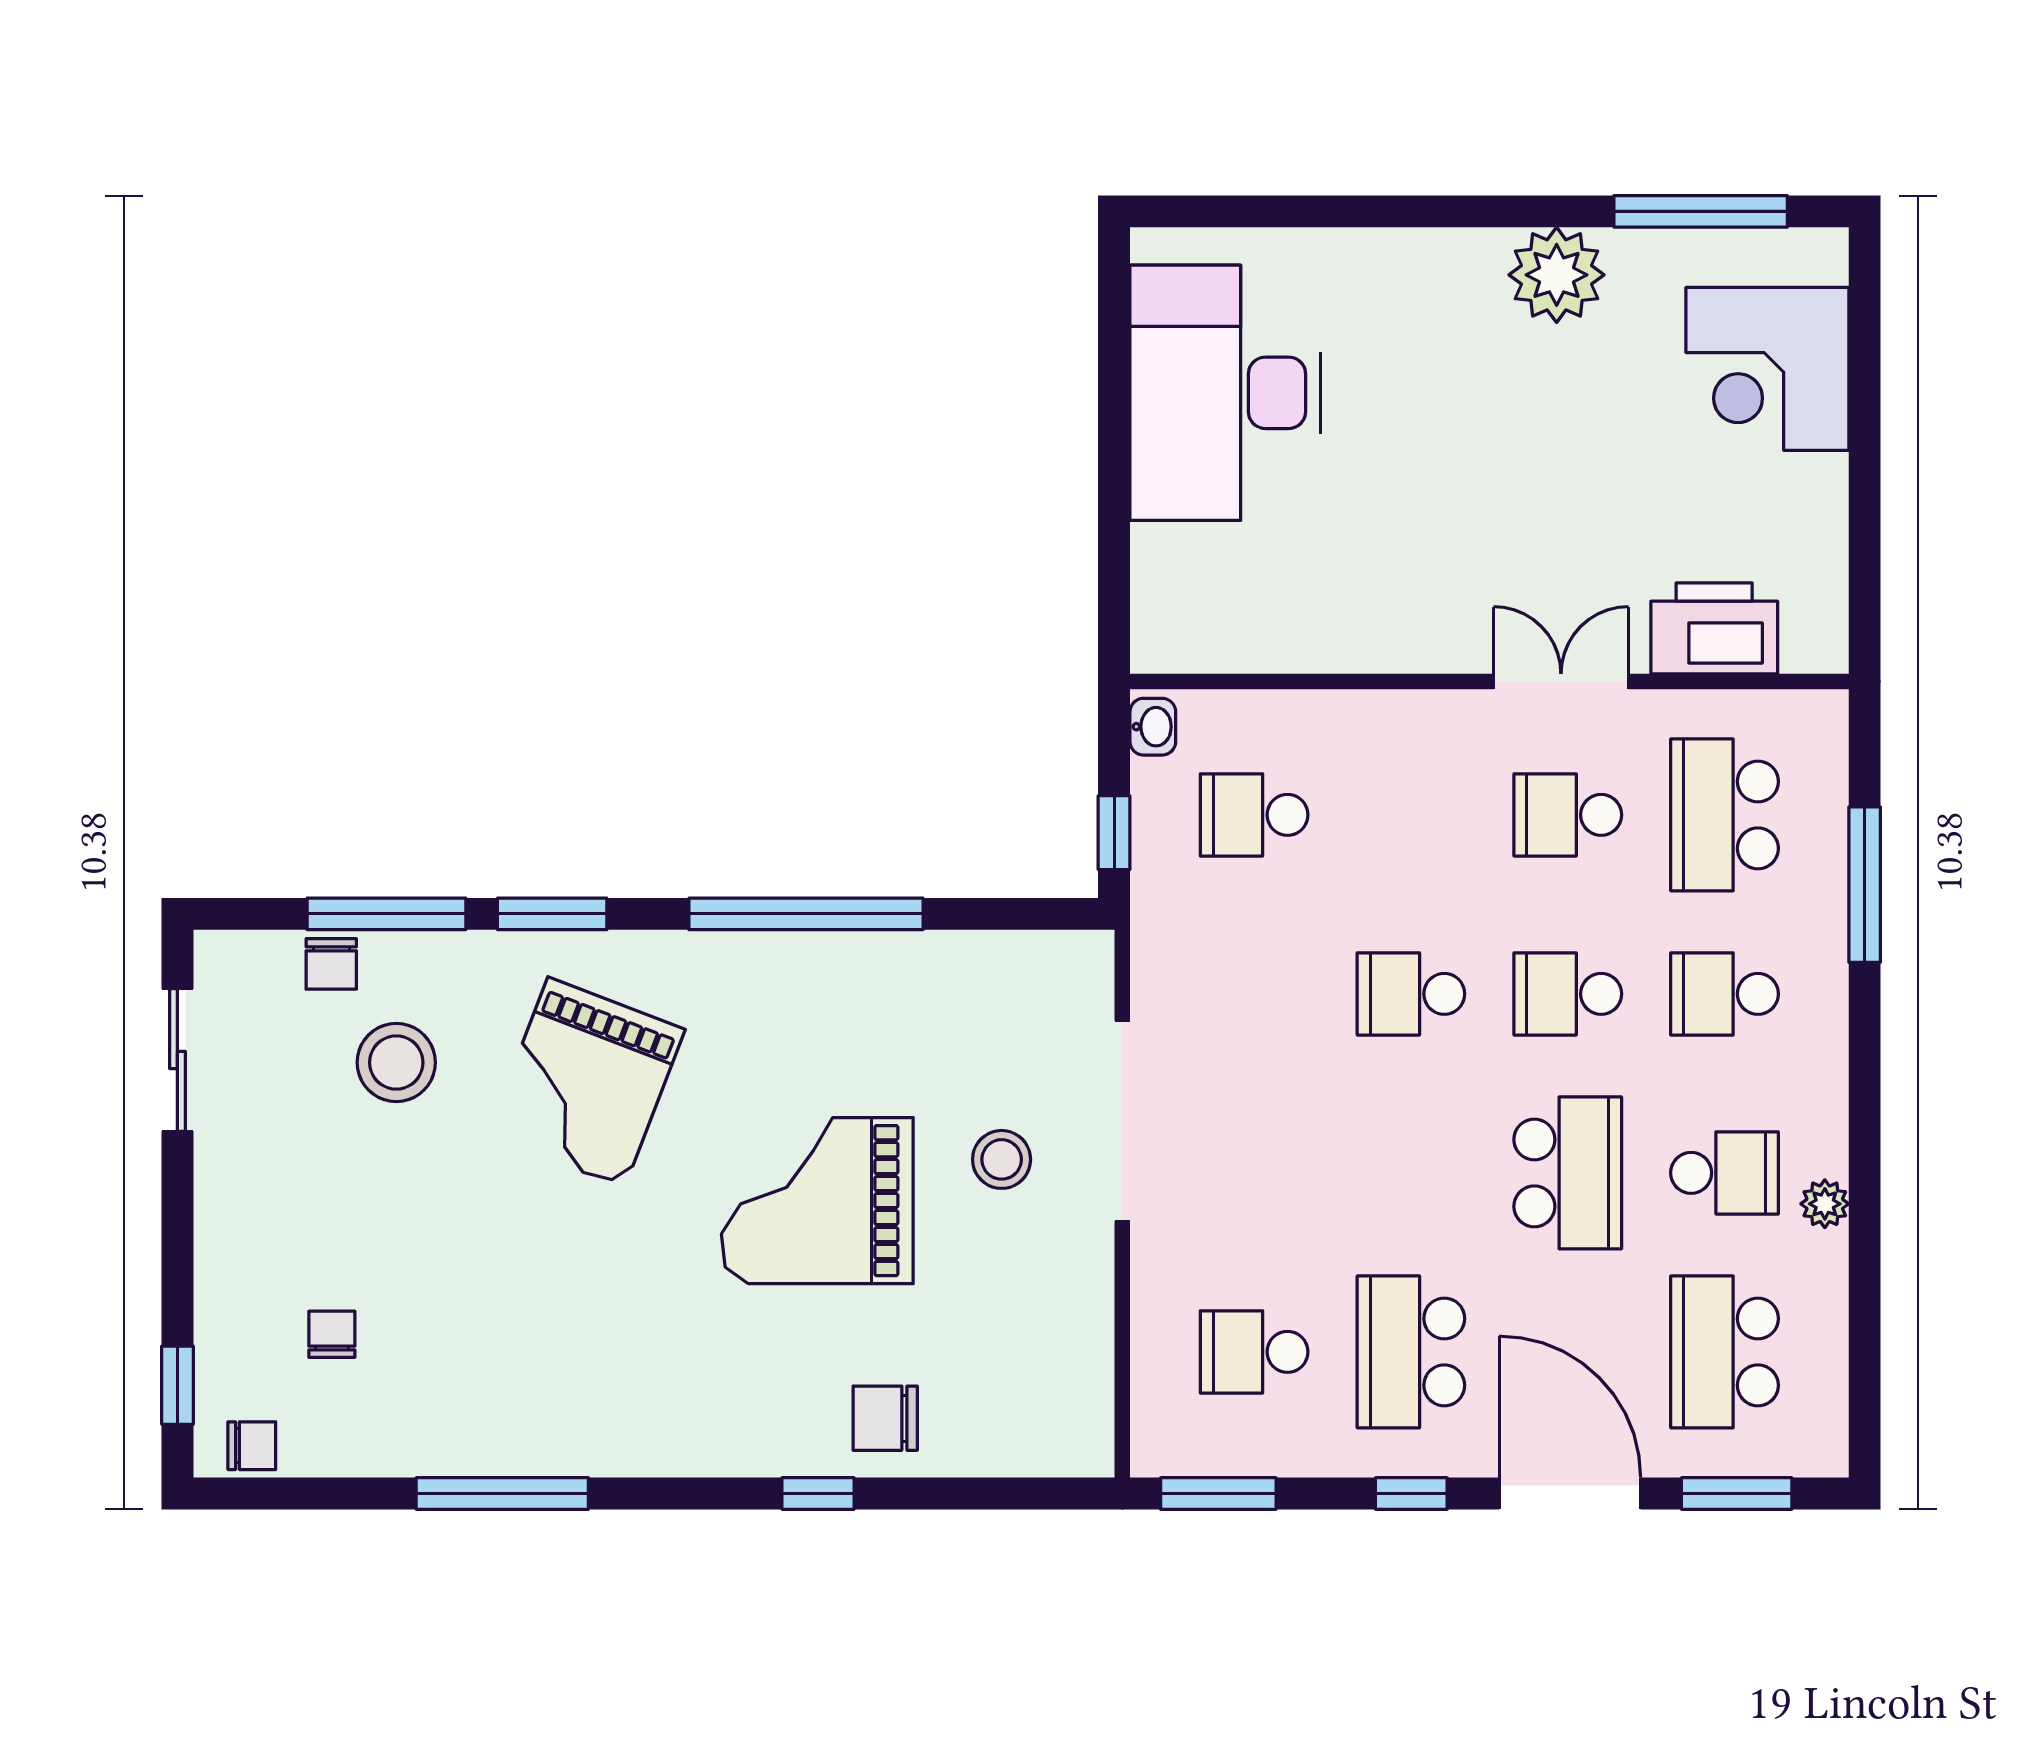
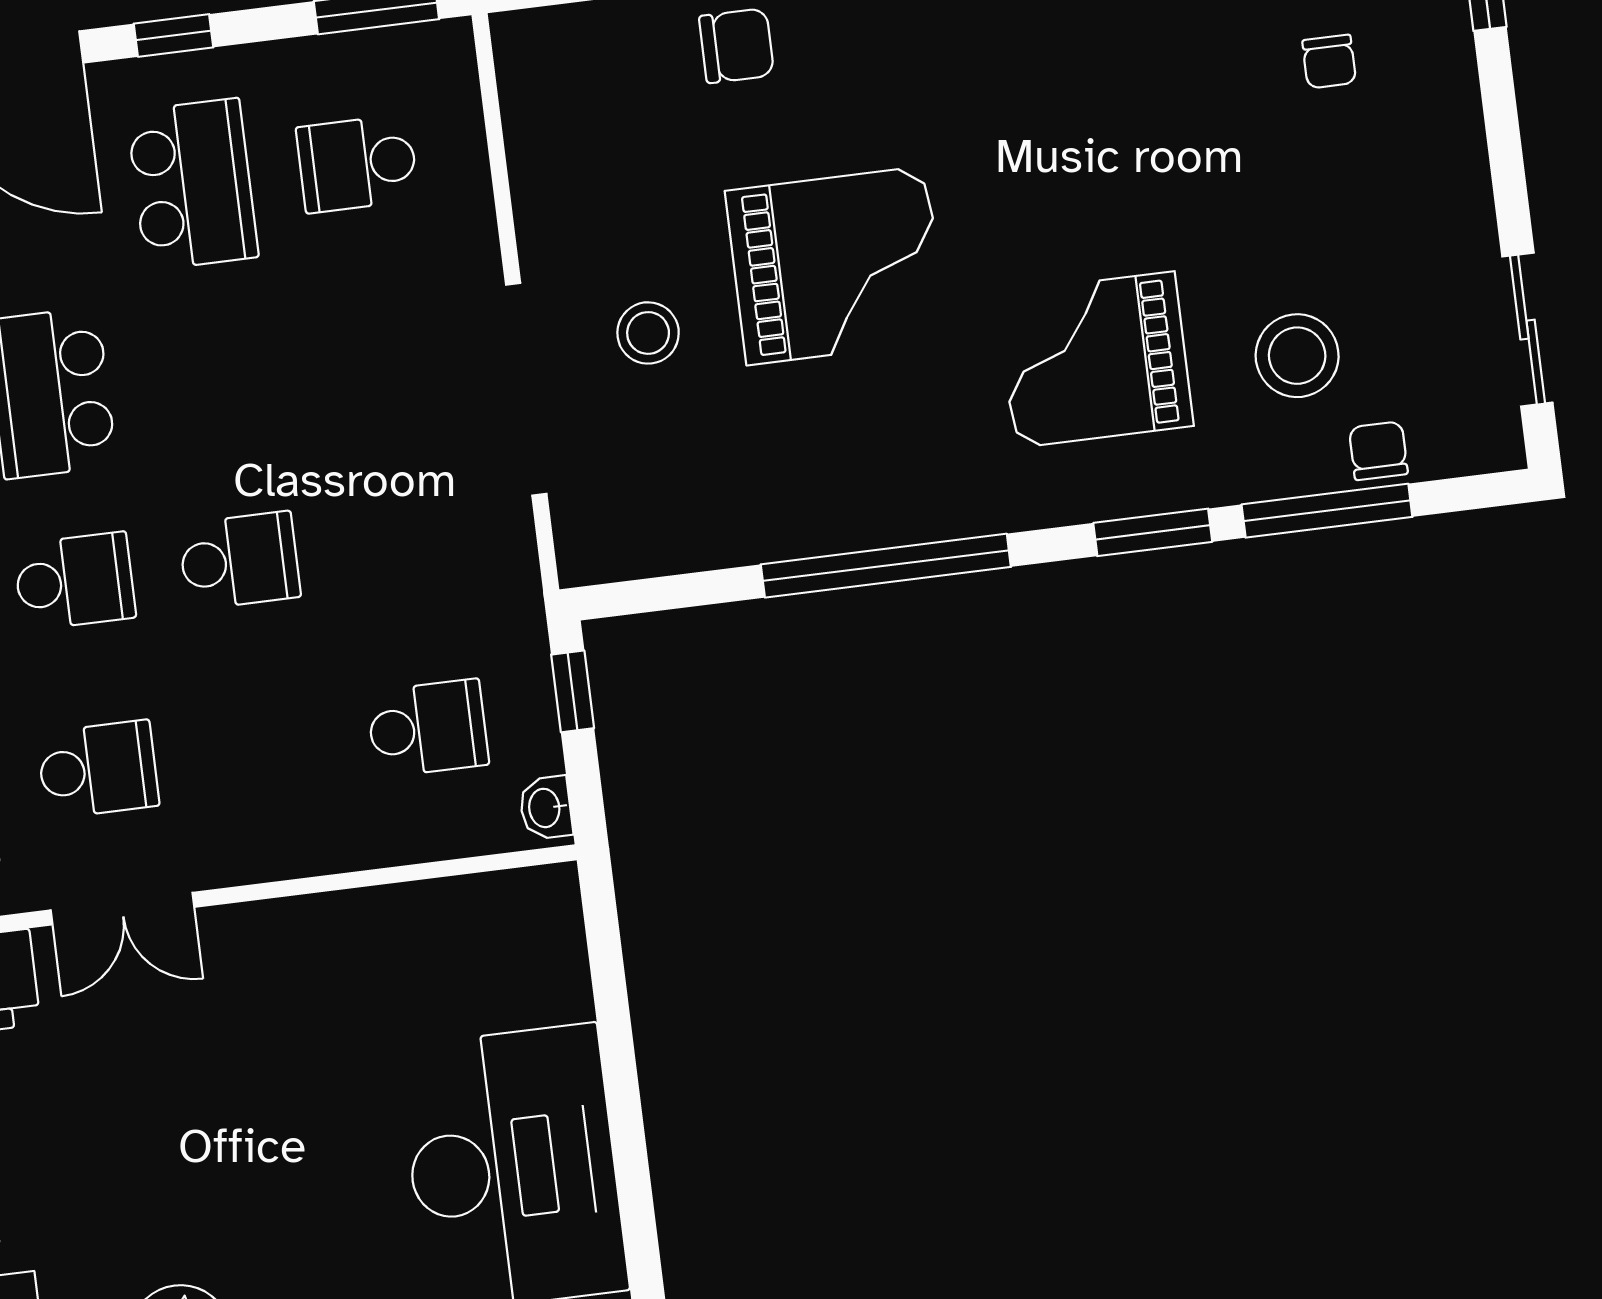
grand piano: (586, 1082) -> (1095, 360), turned -111
school desk: (1254, 1352) -> (357, 164), turned 180

